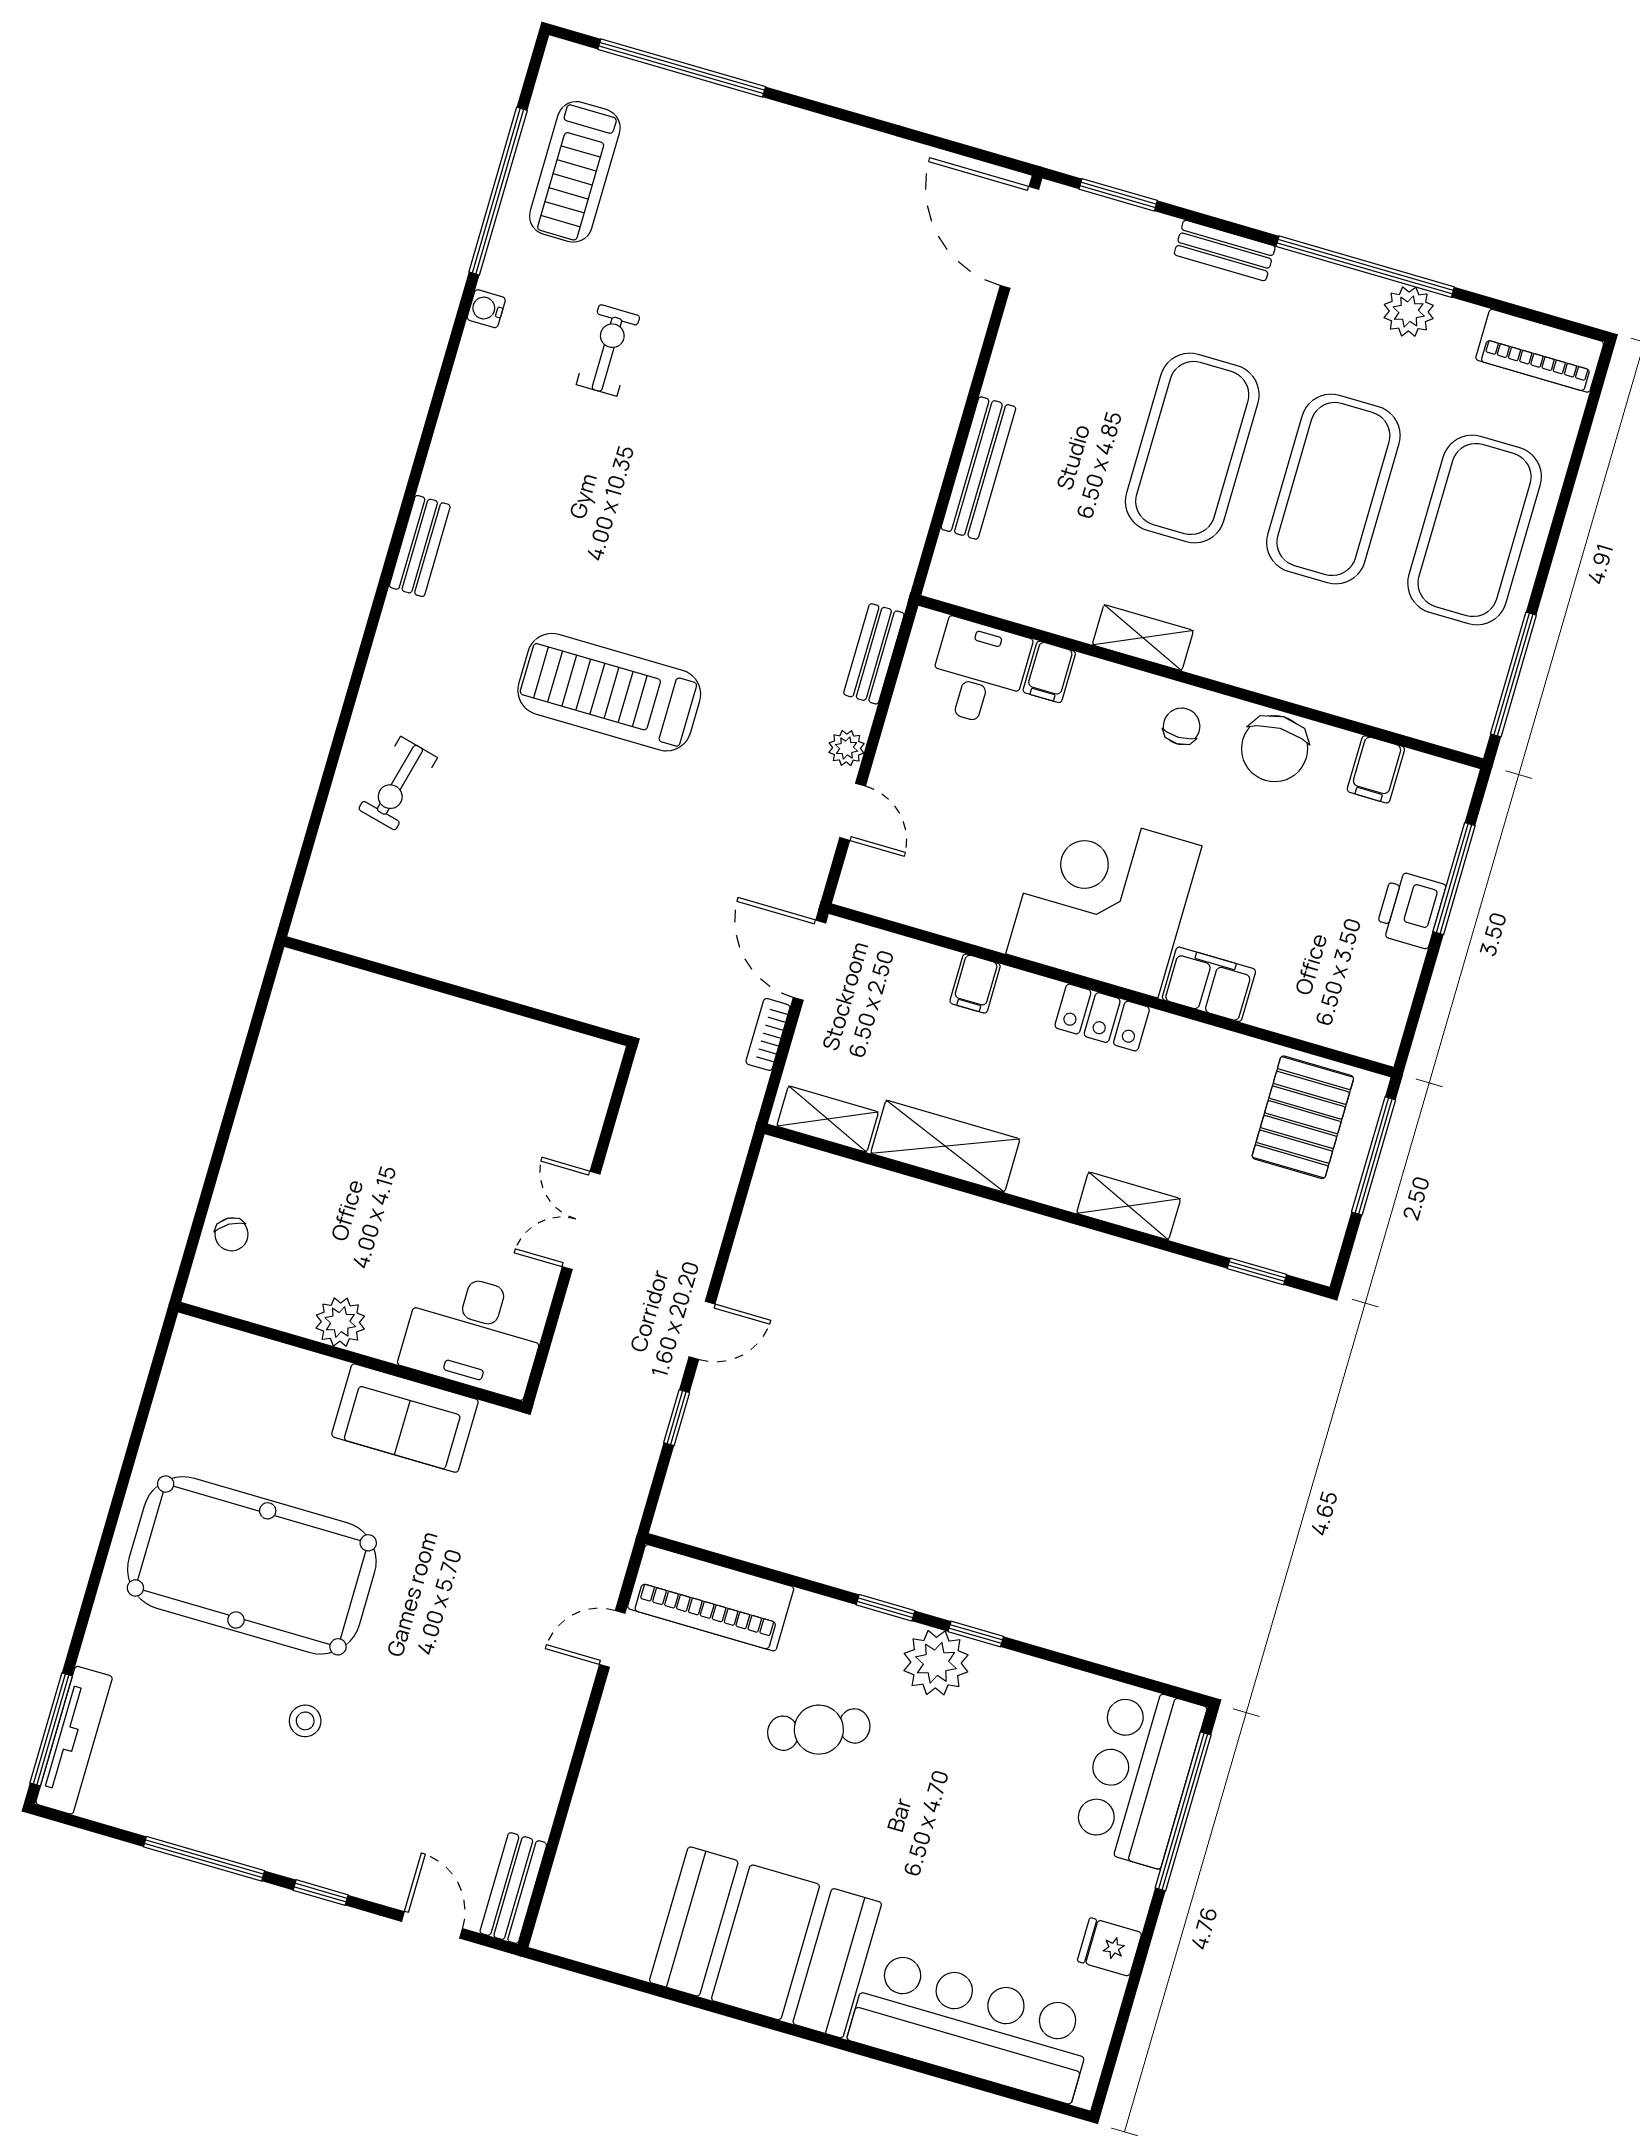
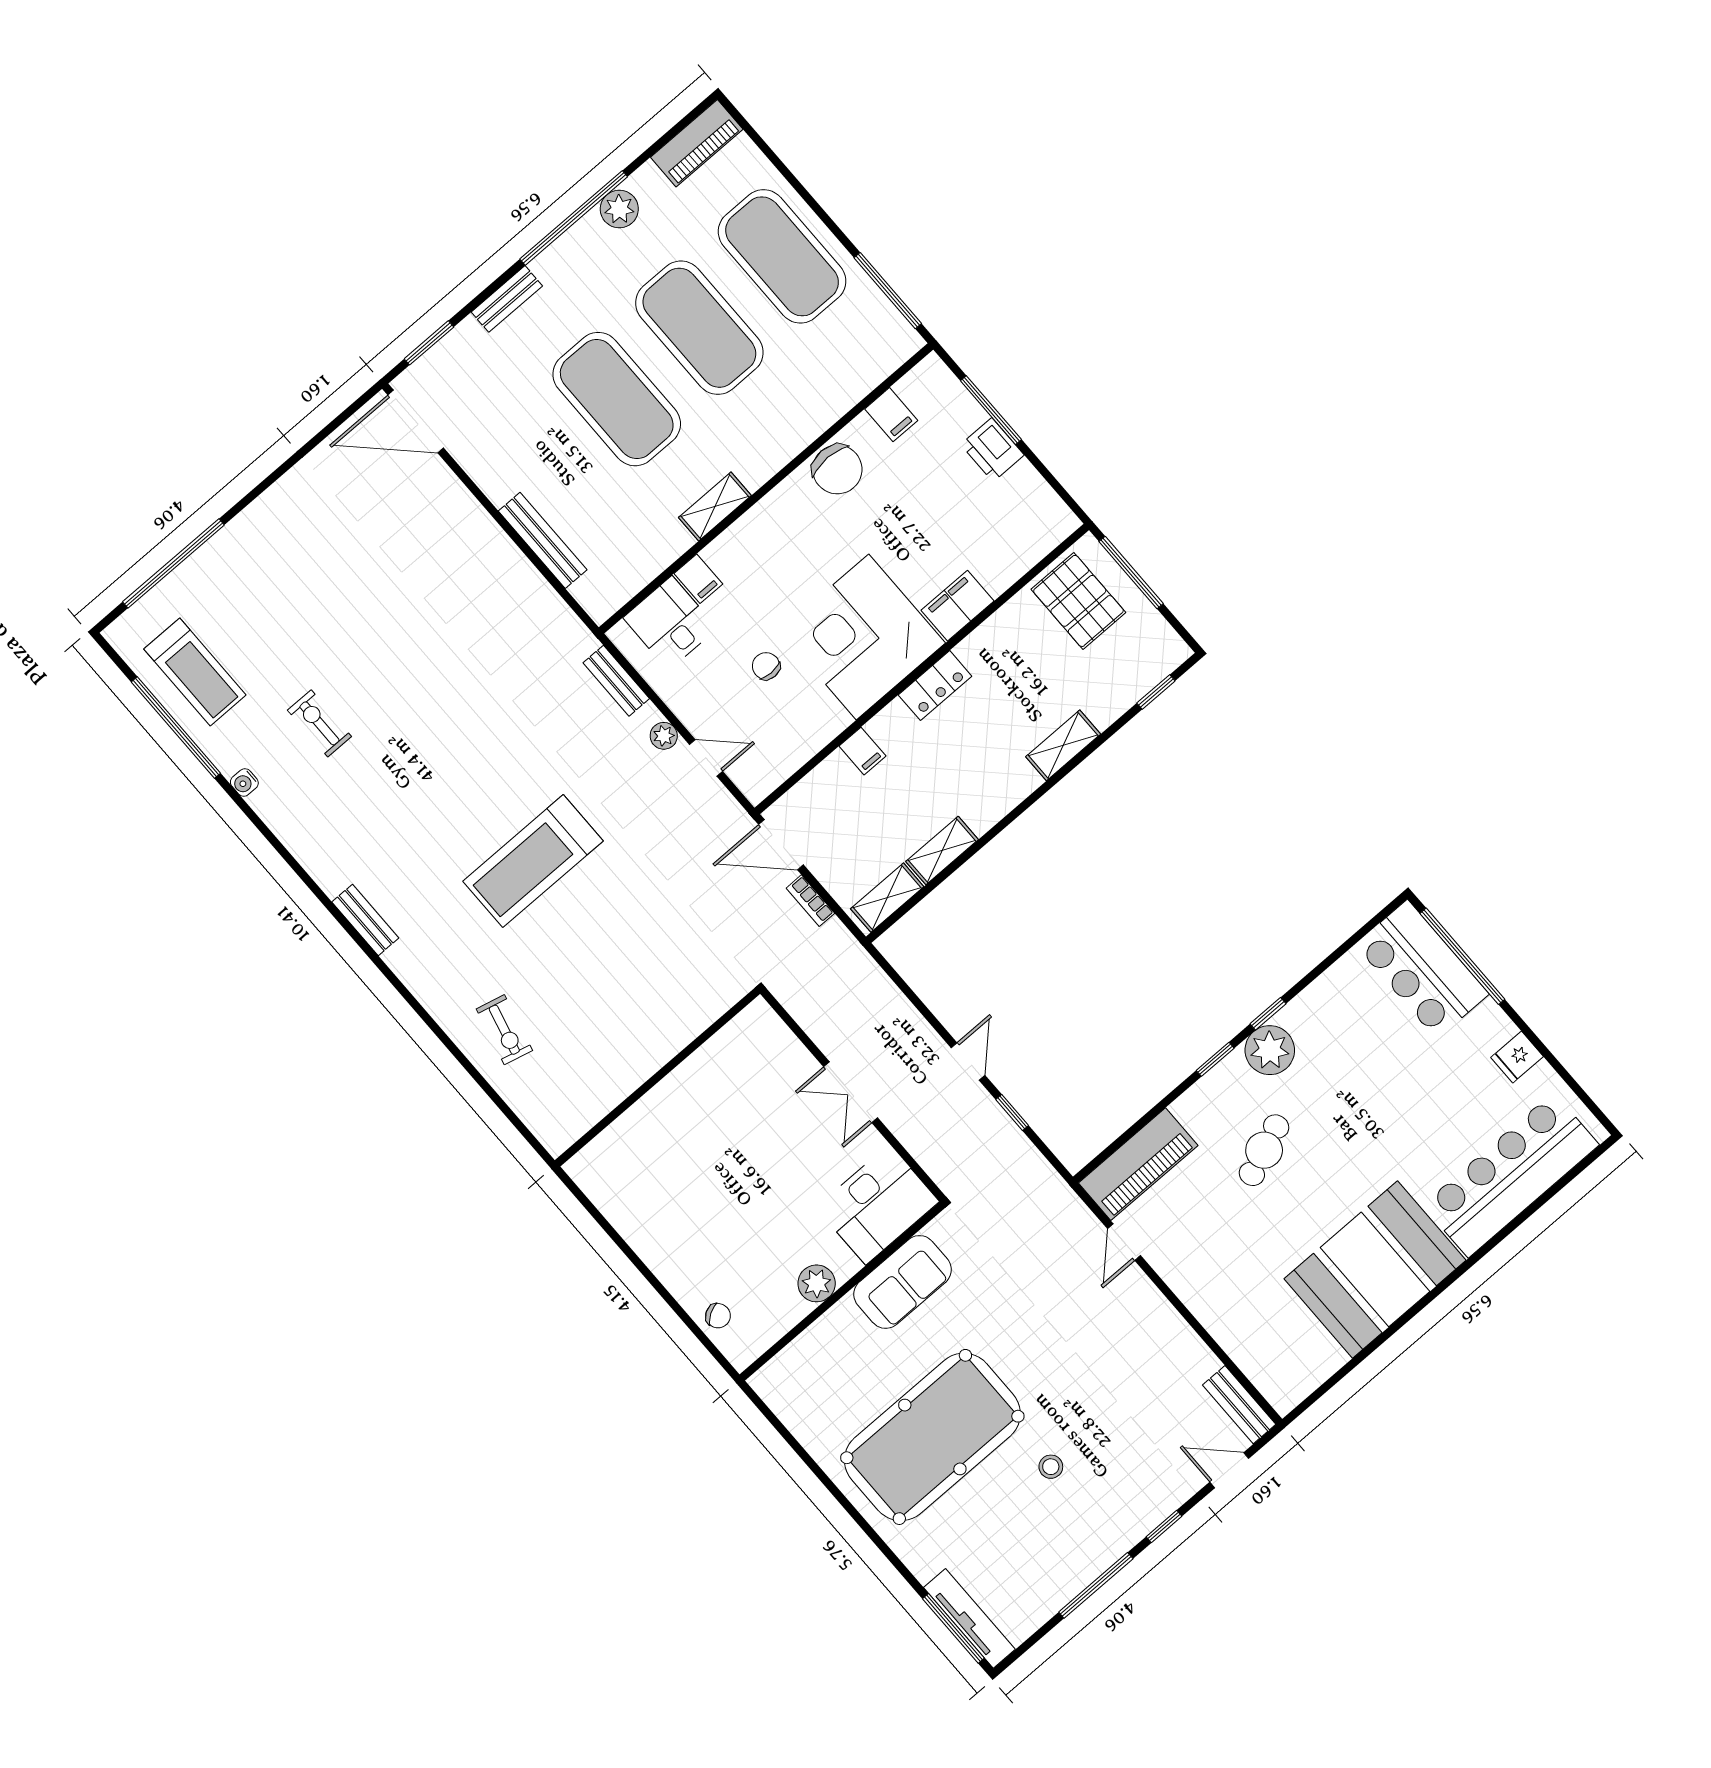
chair: (1182, 726) -> (766, 666), moved
shelving: (945, 1146) -> (942, 851), width x0.67, depth x0.75

